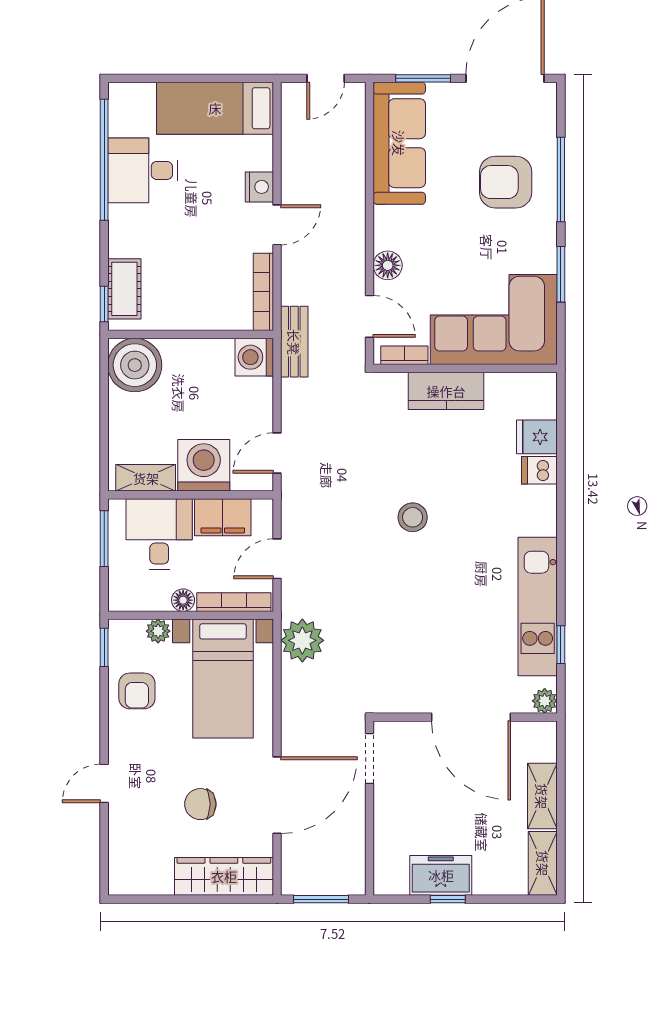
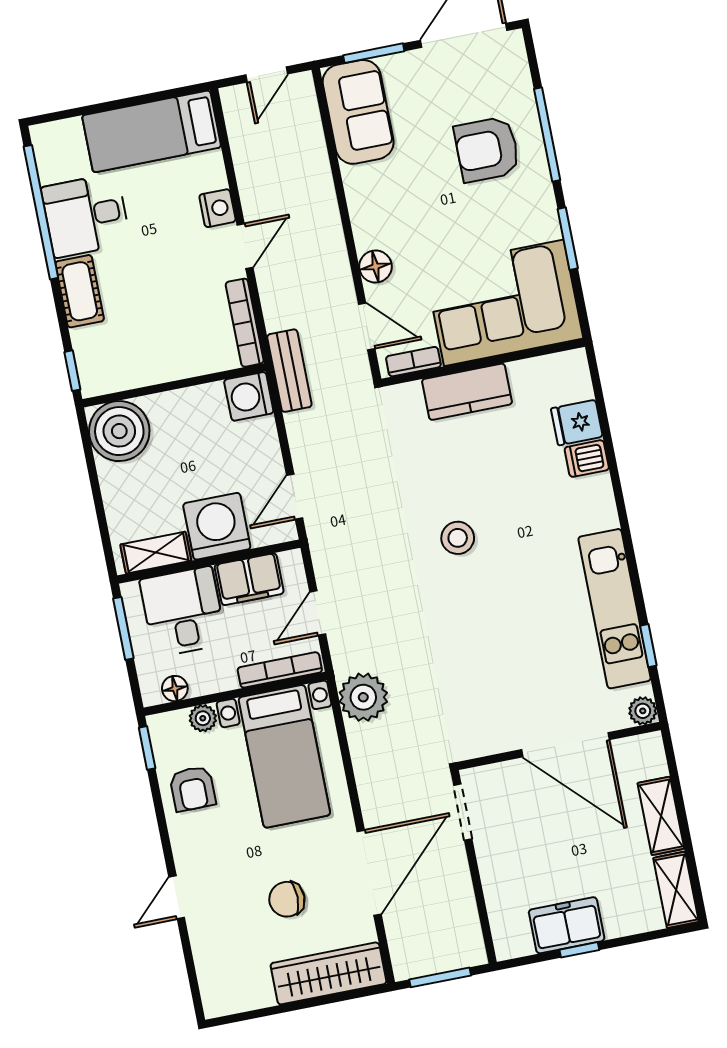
sofa: (399, 143) -> (358, 112), width x0.73
cot: (124, 289) -> (80, 291), moved
floor lamp: (183, 600) -> (175, 689), moved

